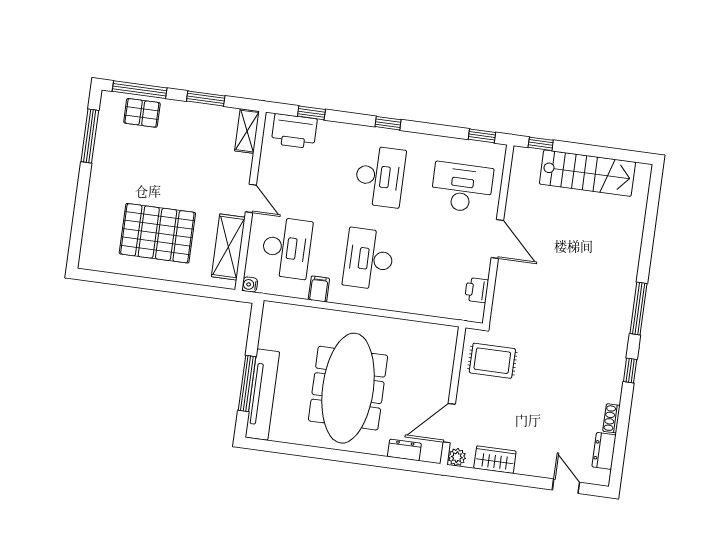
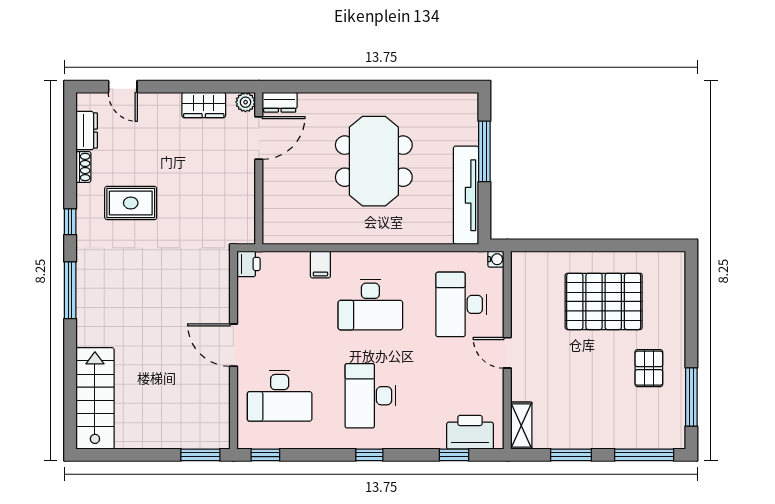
pallet: (142, 113) -> (649, 368), moved, turned 90
window: (541, 144) -> (200, 455), width x1.50
stairs: (587, 173) -> (95, 398), moved, turned 90
shelving: (228, 247) -> (525, 297), removed
desk: (369, 259) -> (370, 304), turned 90
filing cabinet: (319, 289) -> (320, 265), moved
printer: (477, 290) -> (249, 264), moved
rug: (492, 361) -> (131, 203), moved
meeting table: (348, 388) -> (374, 161), width x0.73
tv unit: (262, 395) -> (466, 195), moved
dresser: (404, 450) -> (280, 102), moved

